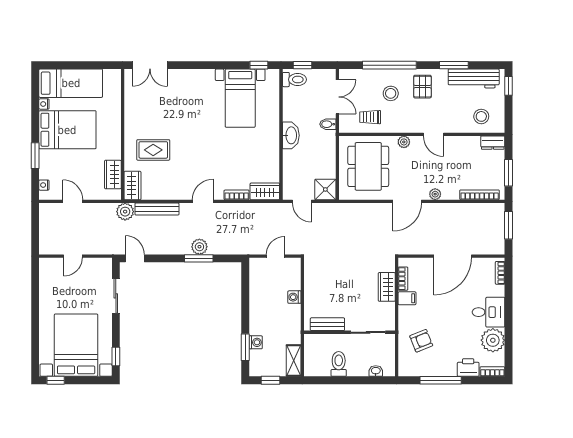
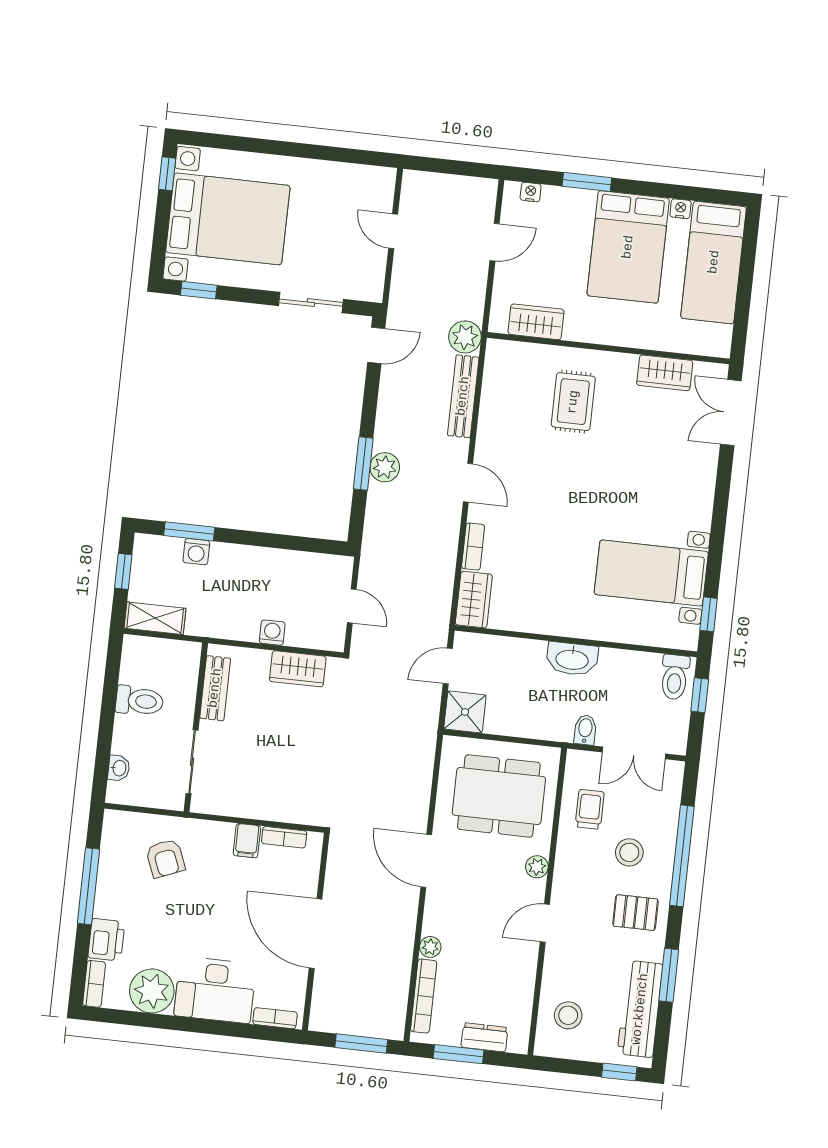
dresser: (493, 143) -> (484, 1037), moved, turned 90
wardrobe: (133, 186) -> (665, 373), moved
plant: (435, 194) -> (430, 947), moved
wardrobe: (387, 287) -> (298, 669), moved, turned 180
desk: (489, 312) -> (215, 990), width x1.37

